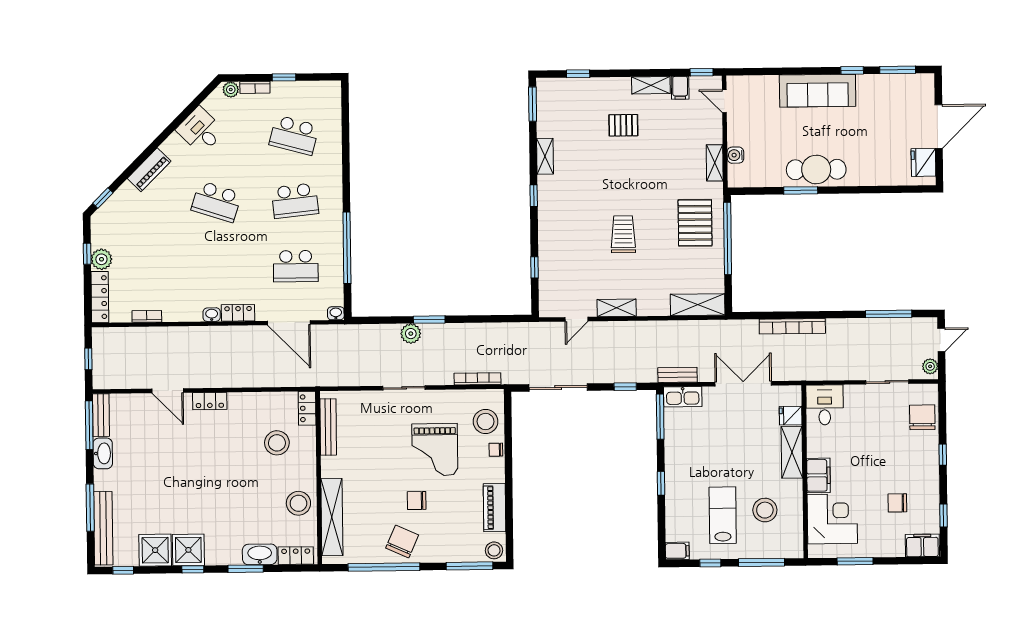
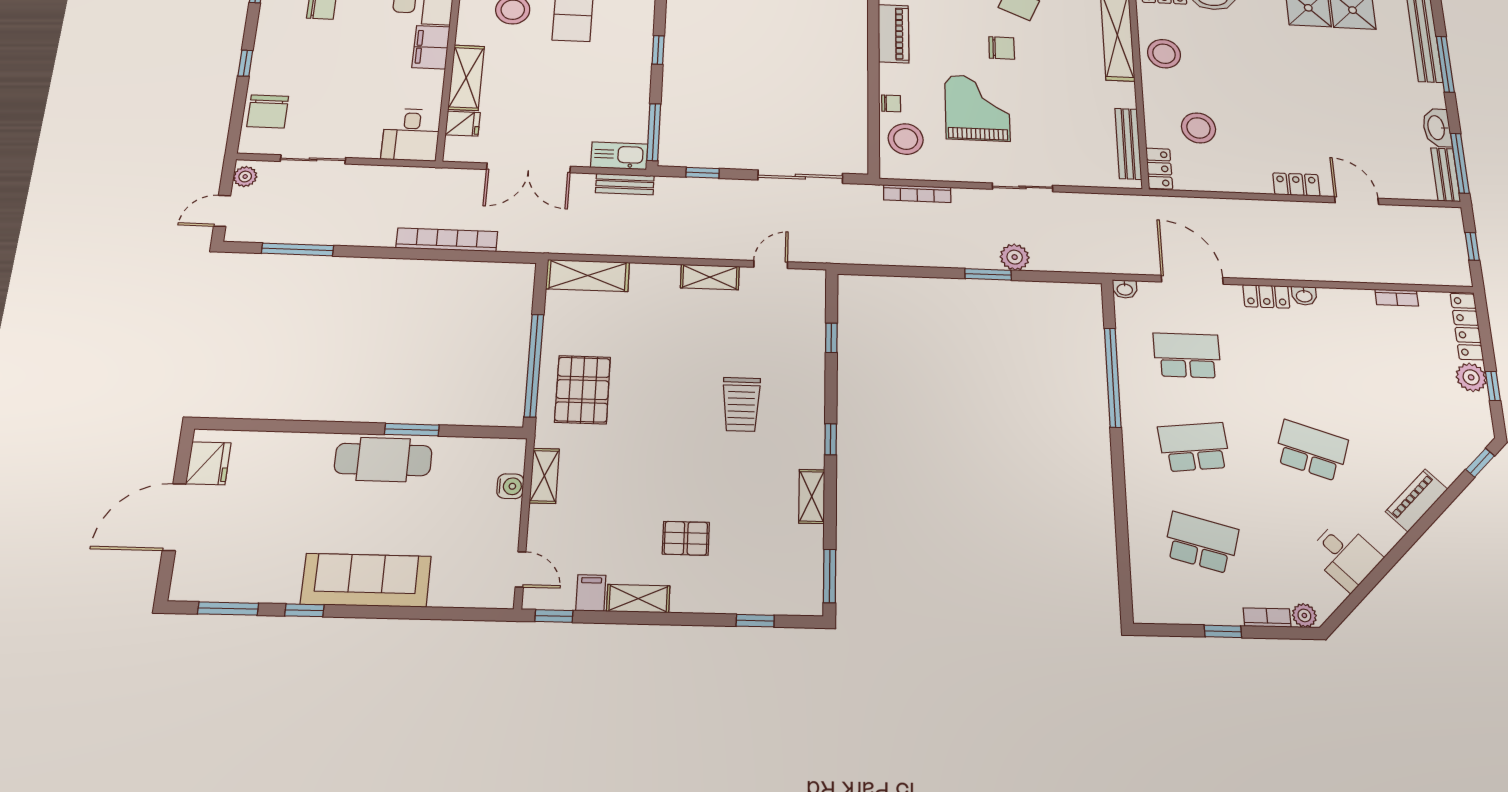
trolley: (623, 234) -> (741, 404), moved

